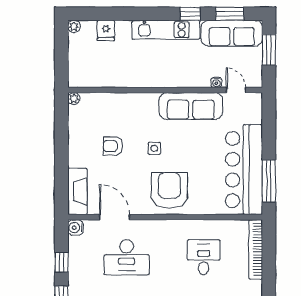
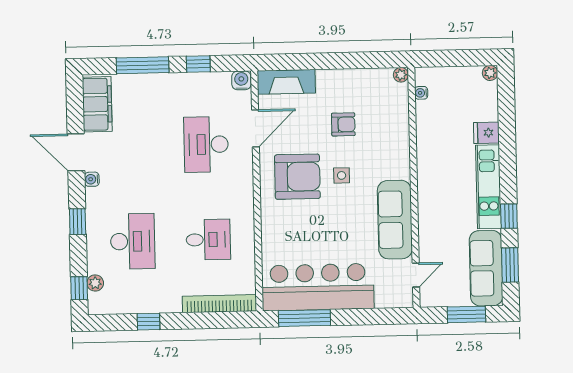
fridge: (106, 30) -> (486, 133), moved
water cooler: (216, 82) -> (421, 93), moved
armchair: (113, 146) -> (343, 124), turned 90
armchair: (169, 191) -> (297, 177), moved

